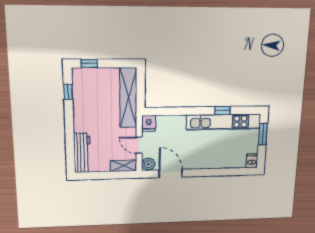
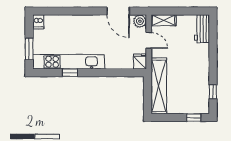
workbench: (82, 153) -> (202, 29), width x0.73

